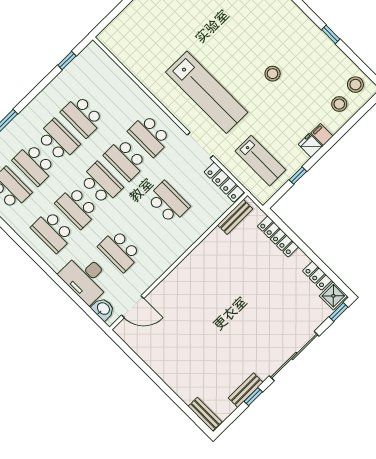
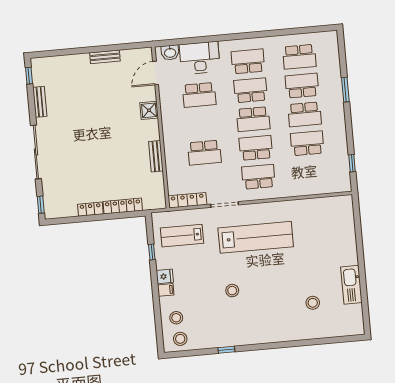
lab bench: (207, 92) -> (256, 237), turned 180
bench: (235, 217) -> (156, 156), moved
school desk: (120, 251) -> (199, 95), turned 180
locker: (317, 276) -> (90, 209), moved
shower: (333, 296) -> (149, 110), moved
window: (253, 397) -> (29, 76), moved
bench: (205, 414) -> (105, 57), moved

